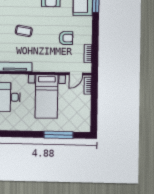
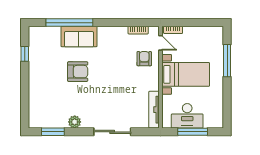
coffee table: (24, 31) -> (115, 101), removed
armchair: (66, 38) -> (144, 59), moved

